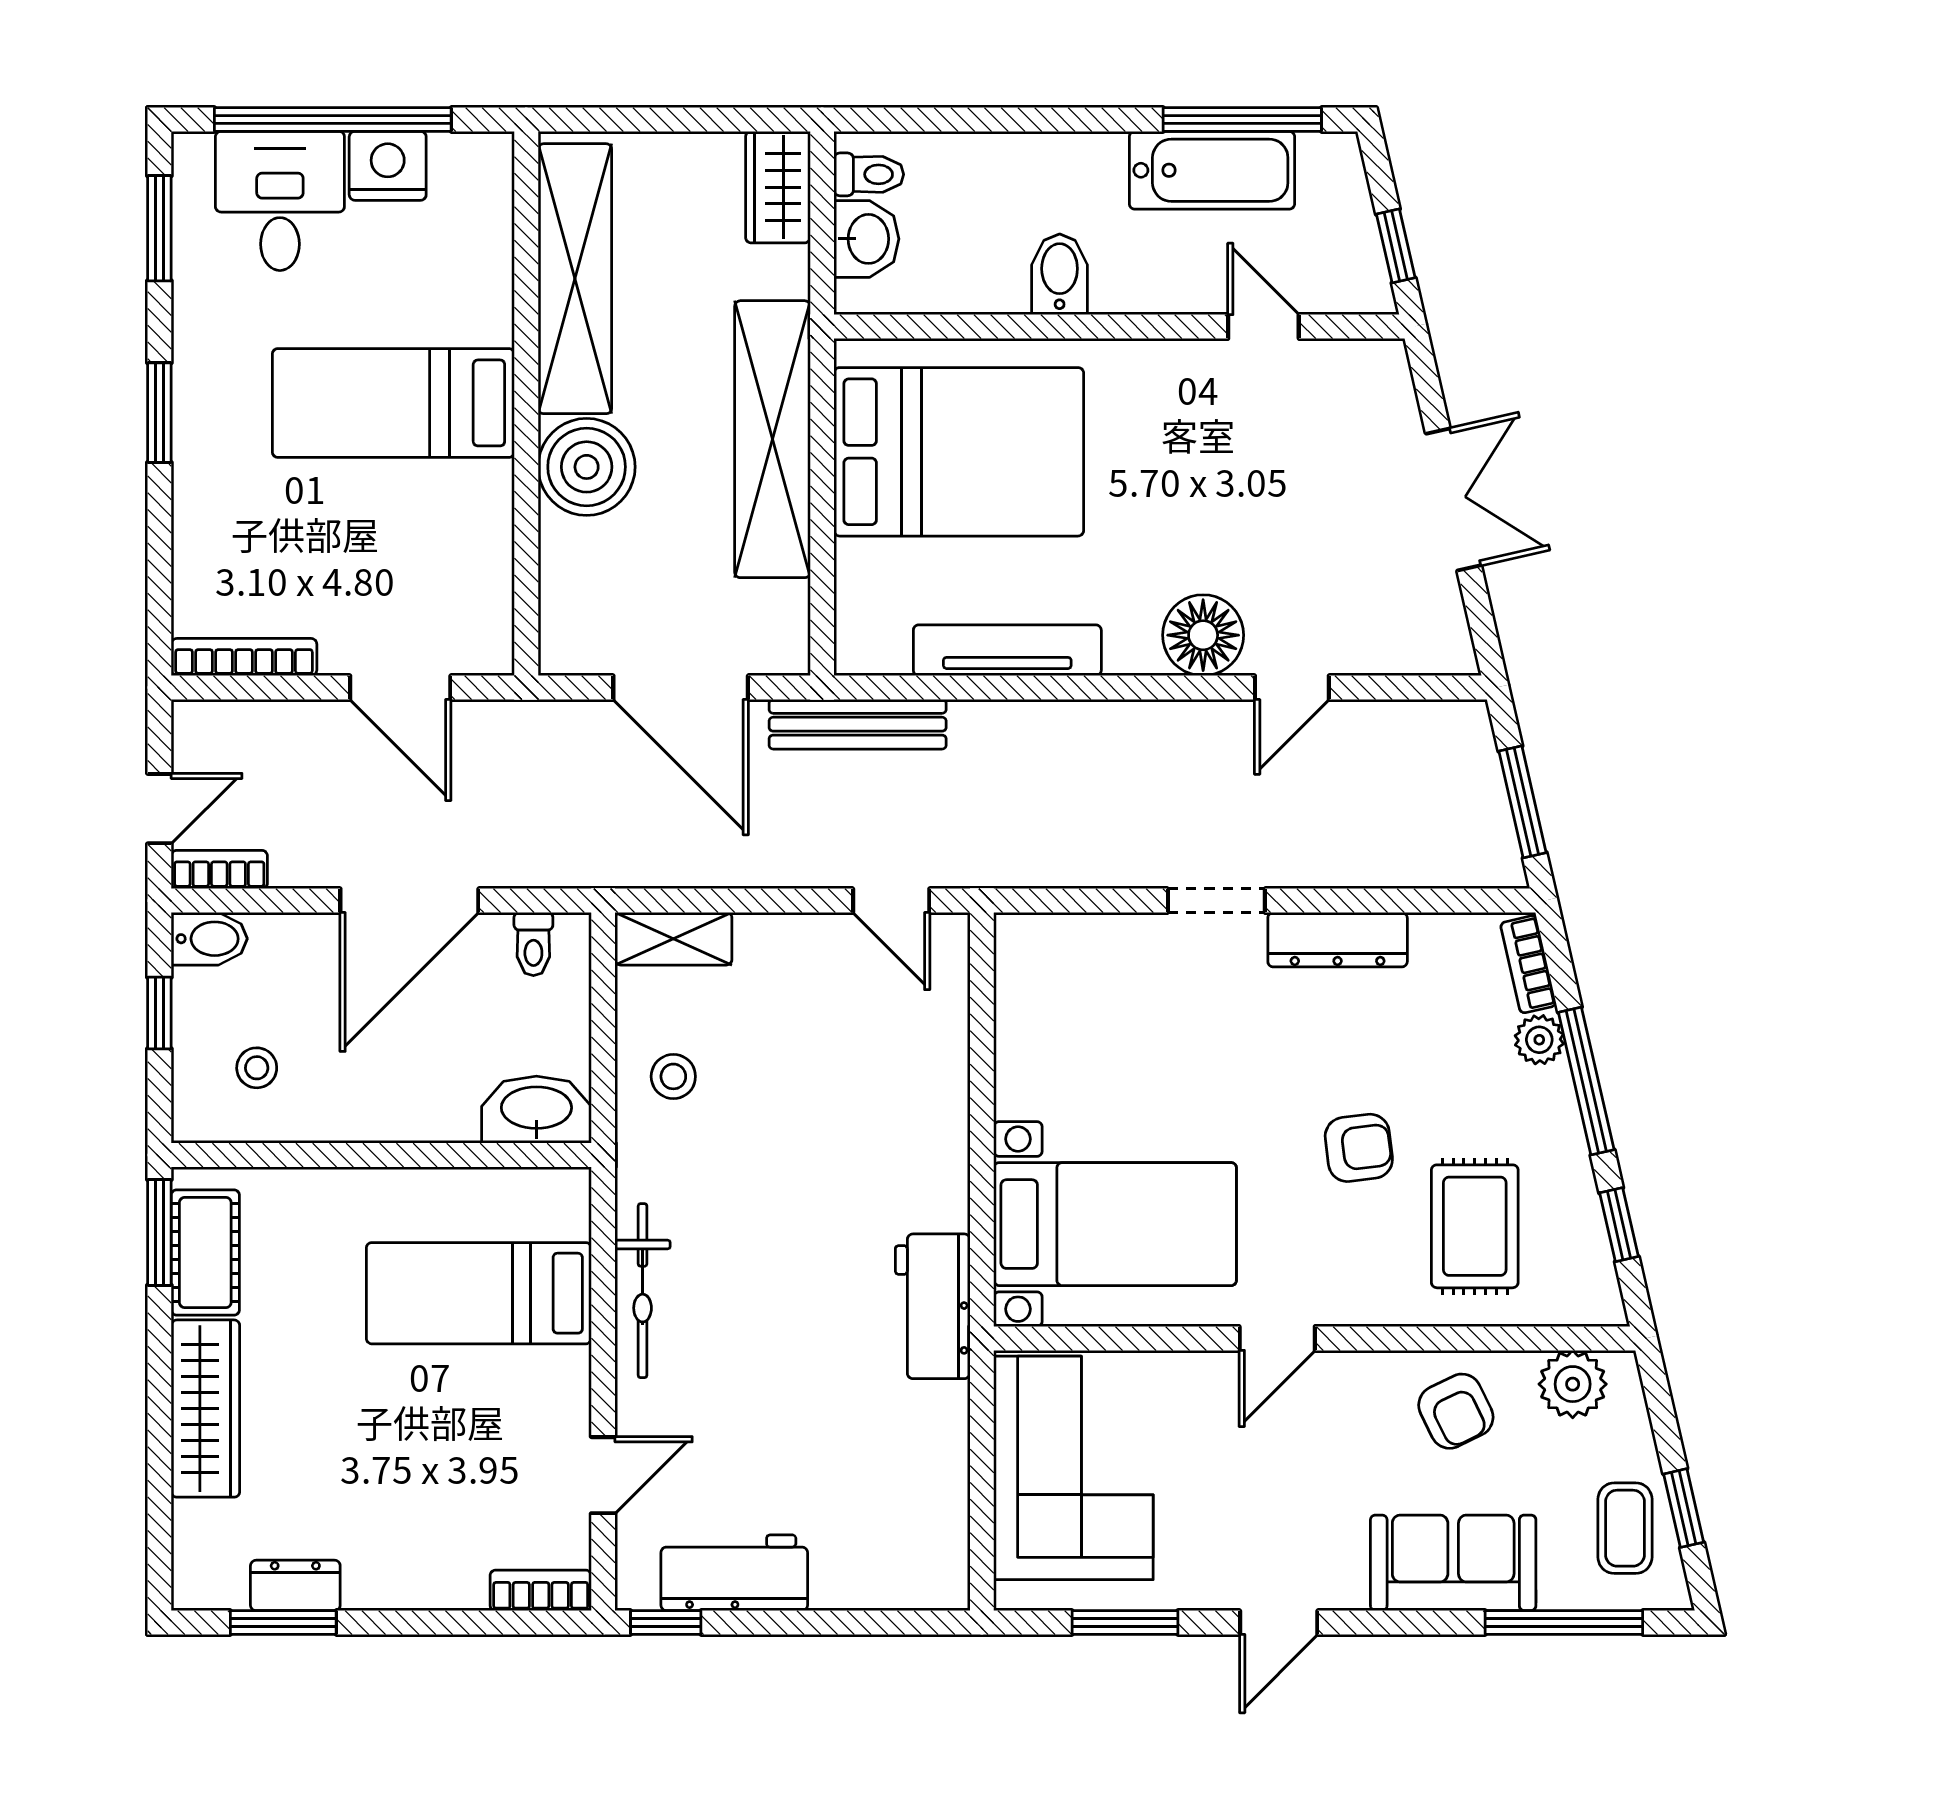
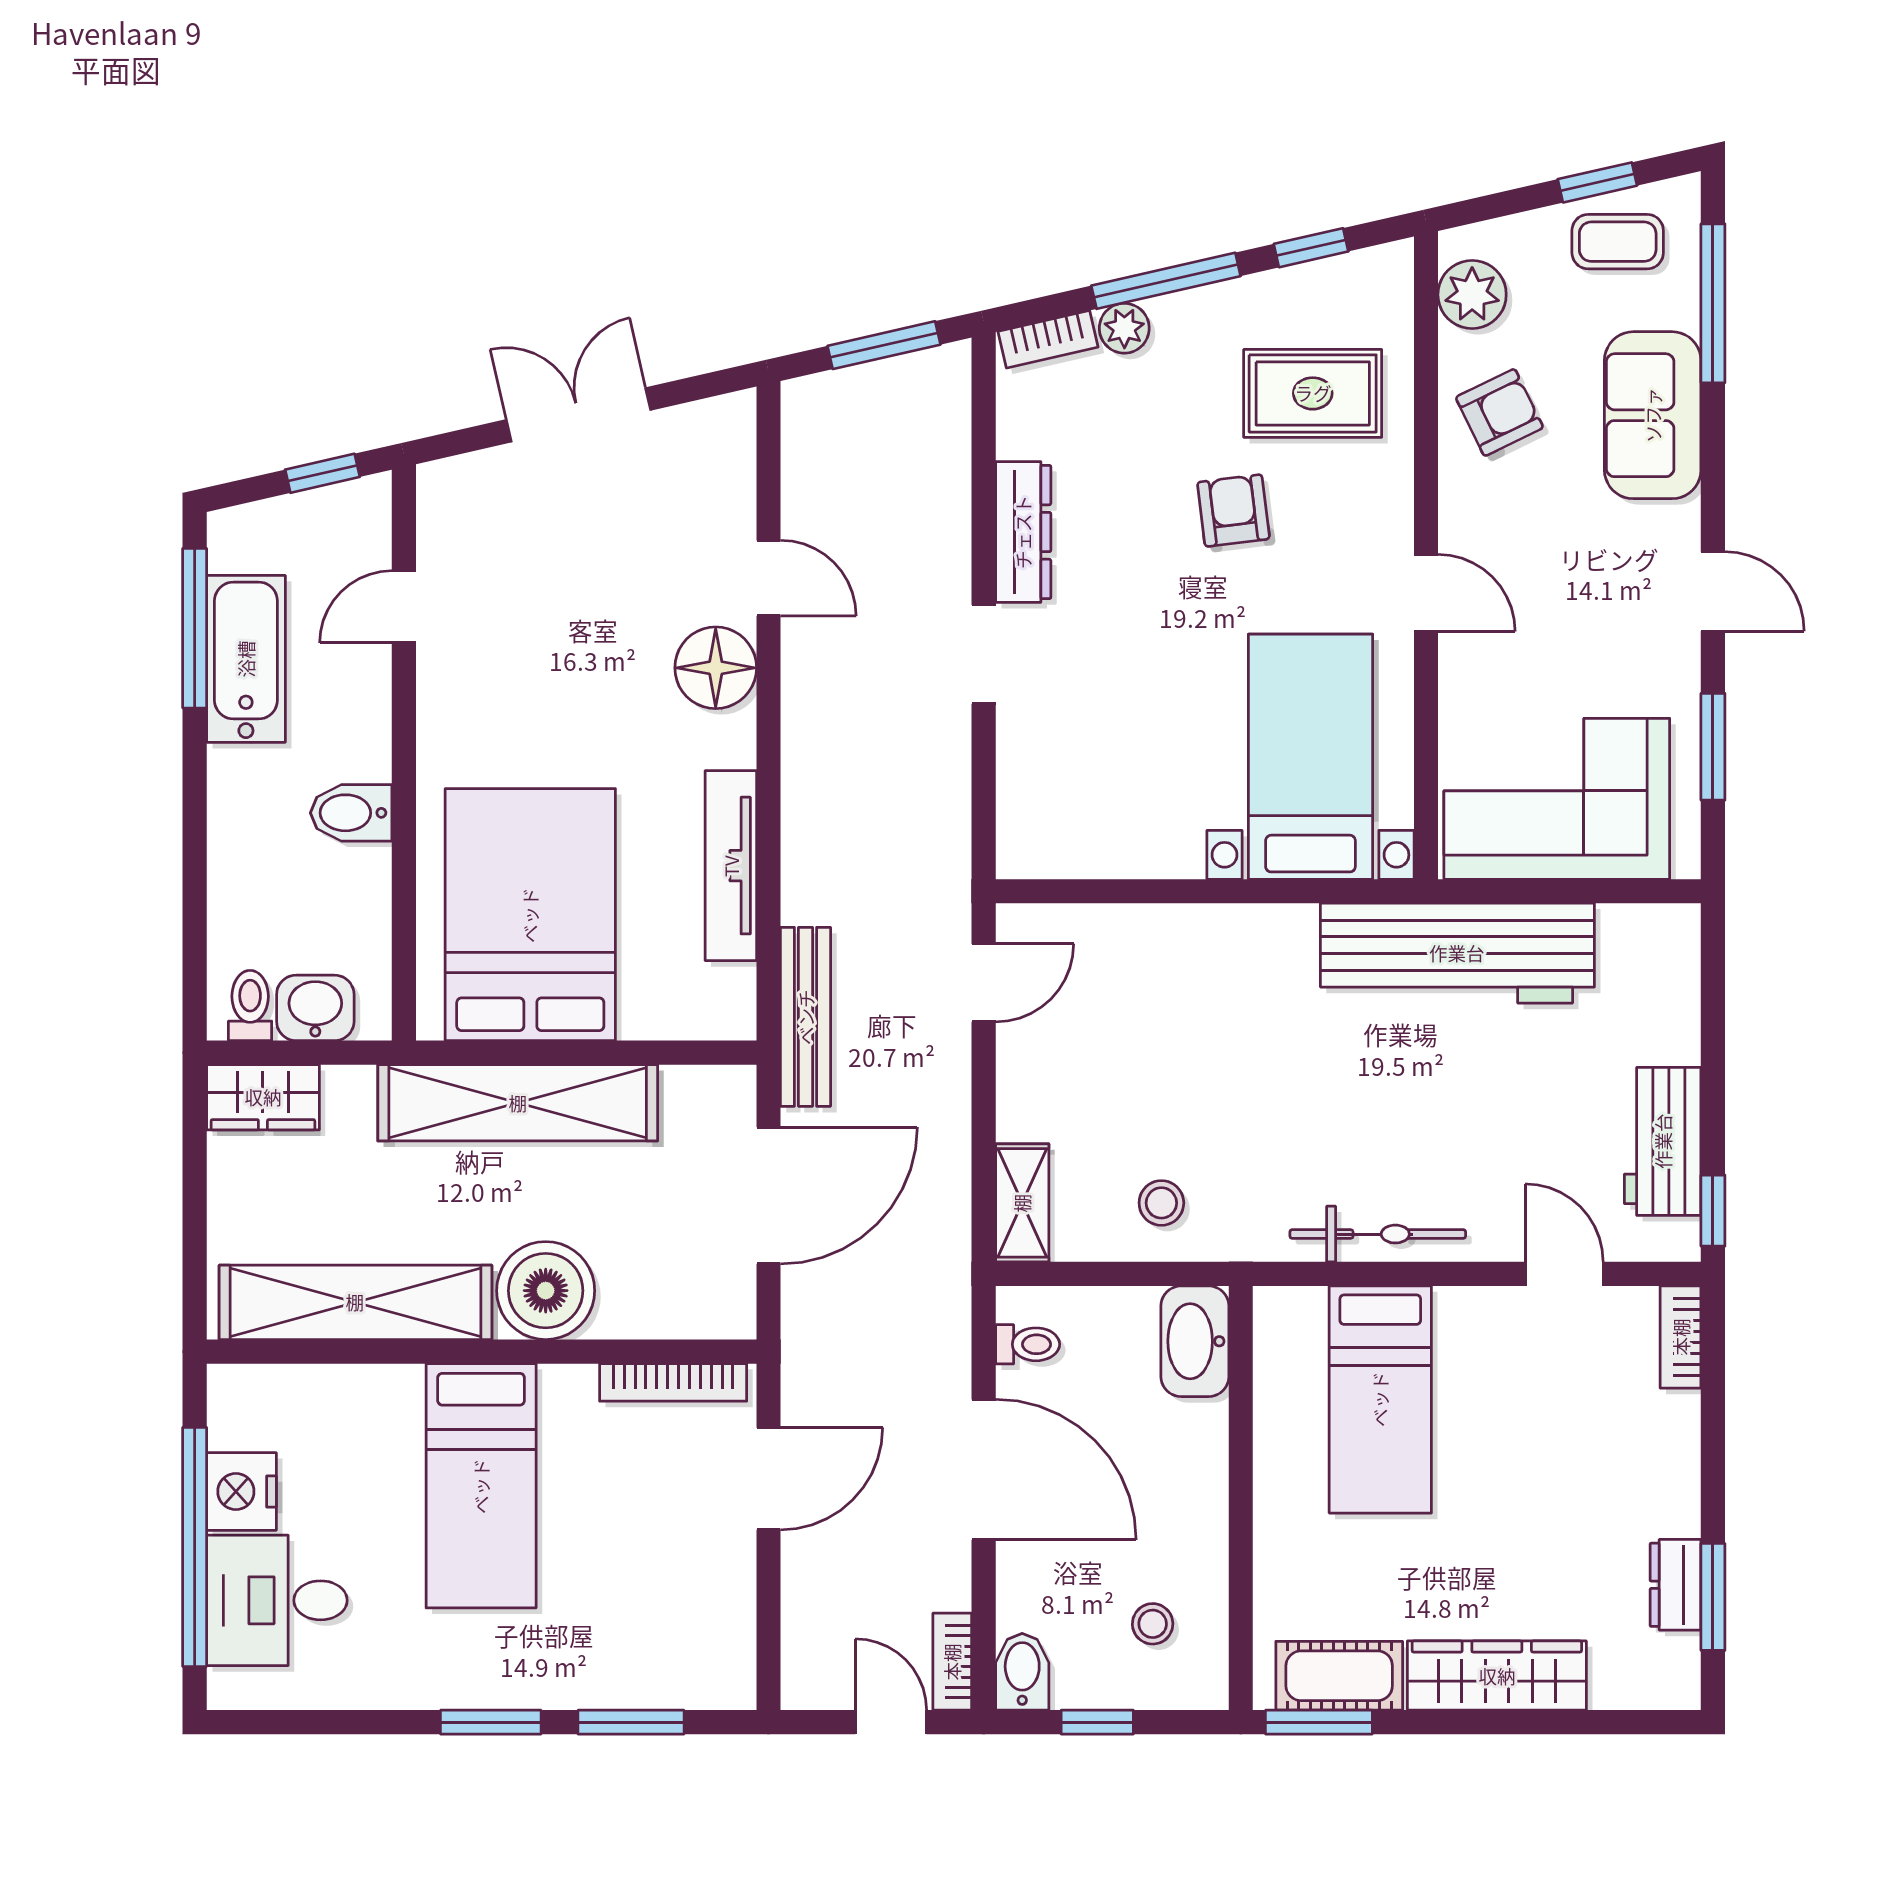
window: (159, 228) -> (631, 1722), moved
bookcase: (244, 657) -> (673, 1382), moved, turned -90
workbench: (933, 1306) -> (1457, 953), width x1.88, depth x1.32

